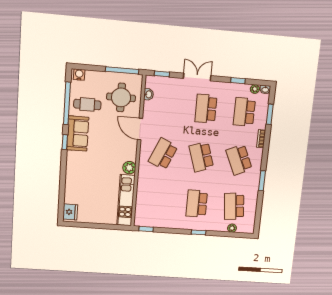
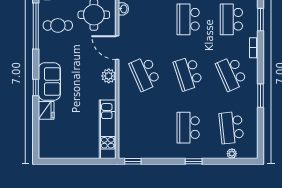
sofa: (78, 133) -> (49, 81), moved
window: (65, 142) -> (36, 87), moved
school desk: (163, 154) -> (145, 73), turned -48
plant: (129, 168) -> (109, 76), moved
fridge: (70, 212) -> (46, 110), moved

